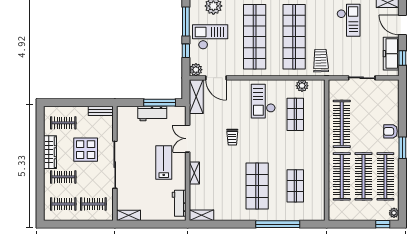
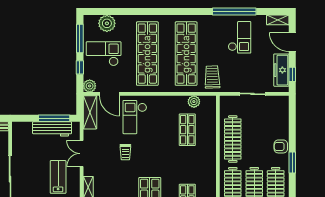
checkout: (263, 101) -> (135, 117), moved
workbench: (152, 114) -> (52, 129), width x1.38

